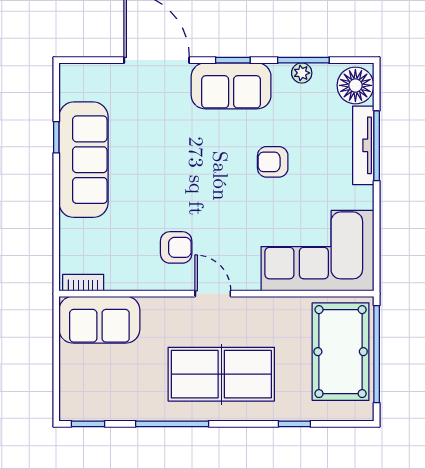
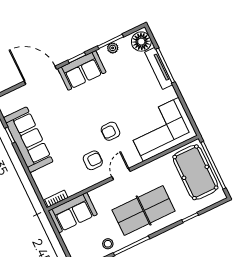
armchair: (273, 162) -> (110, 131), moved
door: (213, 294) -> (121, 174), hinge flipped
stool: (134, 401) -> (108, 244), added

